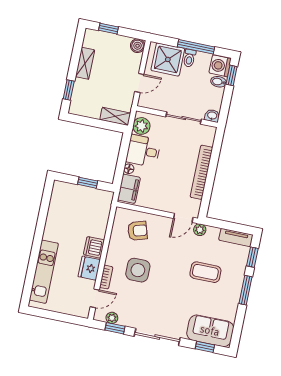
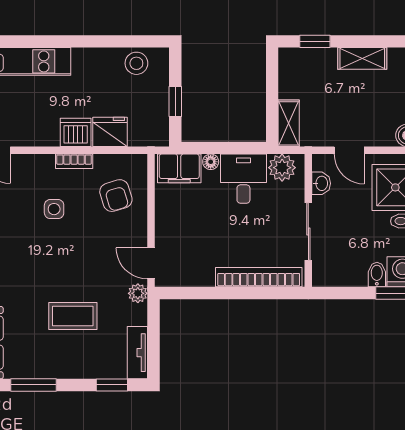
washbasin: (212, 116) -> (321, 183), moved
bookcase: (201, 172) -> (259, 277), moved
stool: (59, 202) -> (136, 63), added
fridge: (89, 268) -> (110, 132), moved
side table: (138, 270) -> (54, 209), width x0.54, depth x0.54
coffee table: (205, 272) -> (73, 316), turned 90
bookcase: (106, 277) -> (74, 161), moved
window: (246, 290) -> (33, 385), moved

